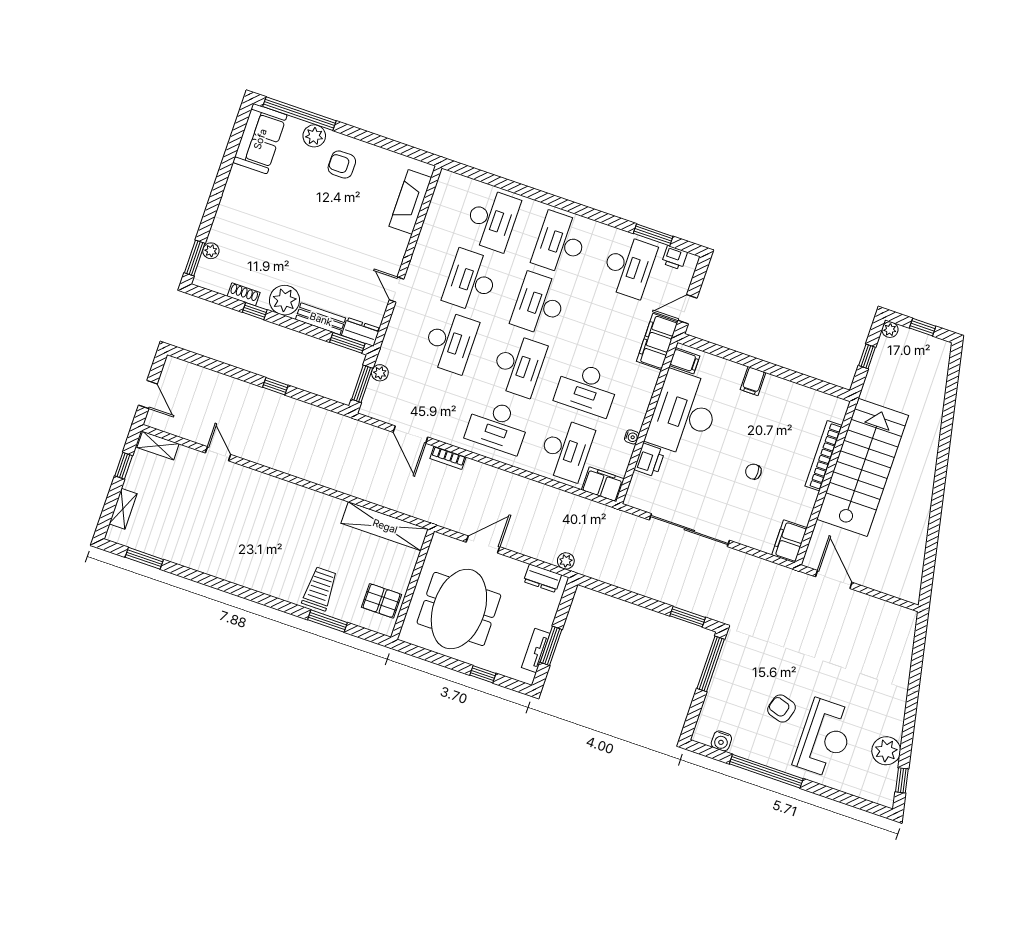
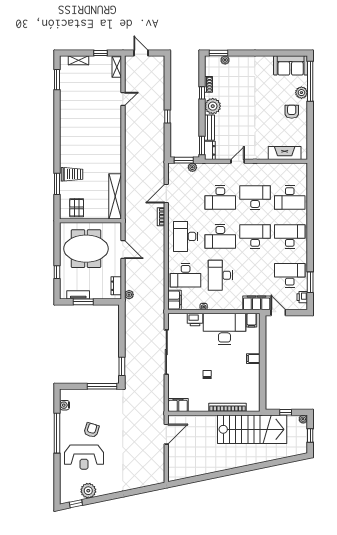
desk: (629, 267) -> (290, 275), turned 180
door: (148, 394) -> (141, 53), swing flipped
stairs: (863, 467) -> (252, 429), moved

